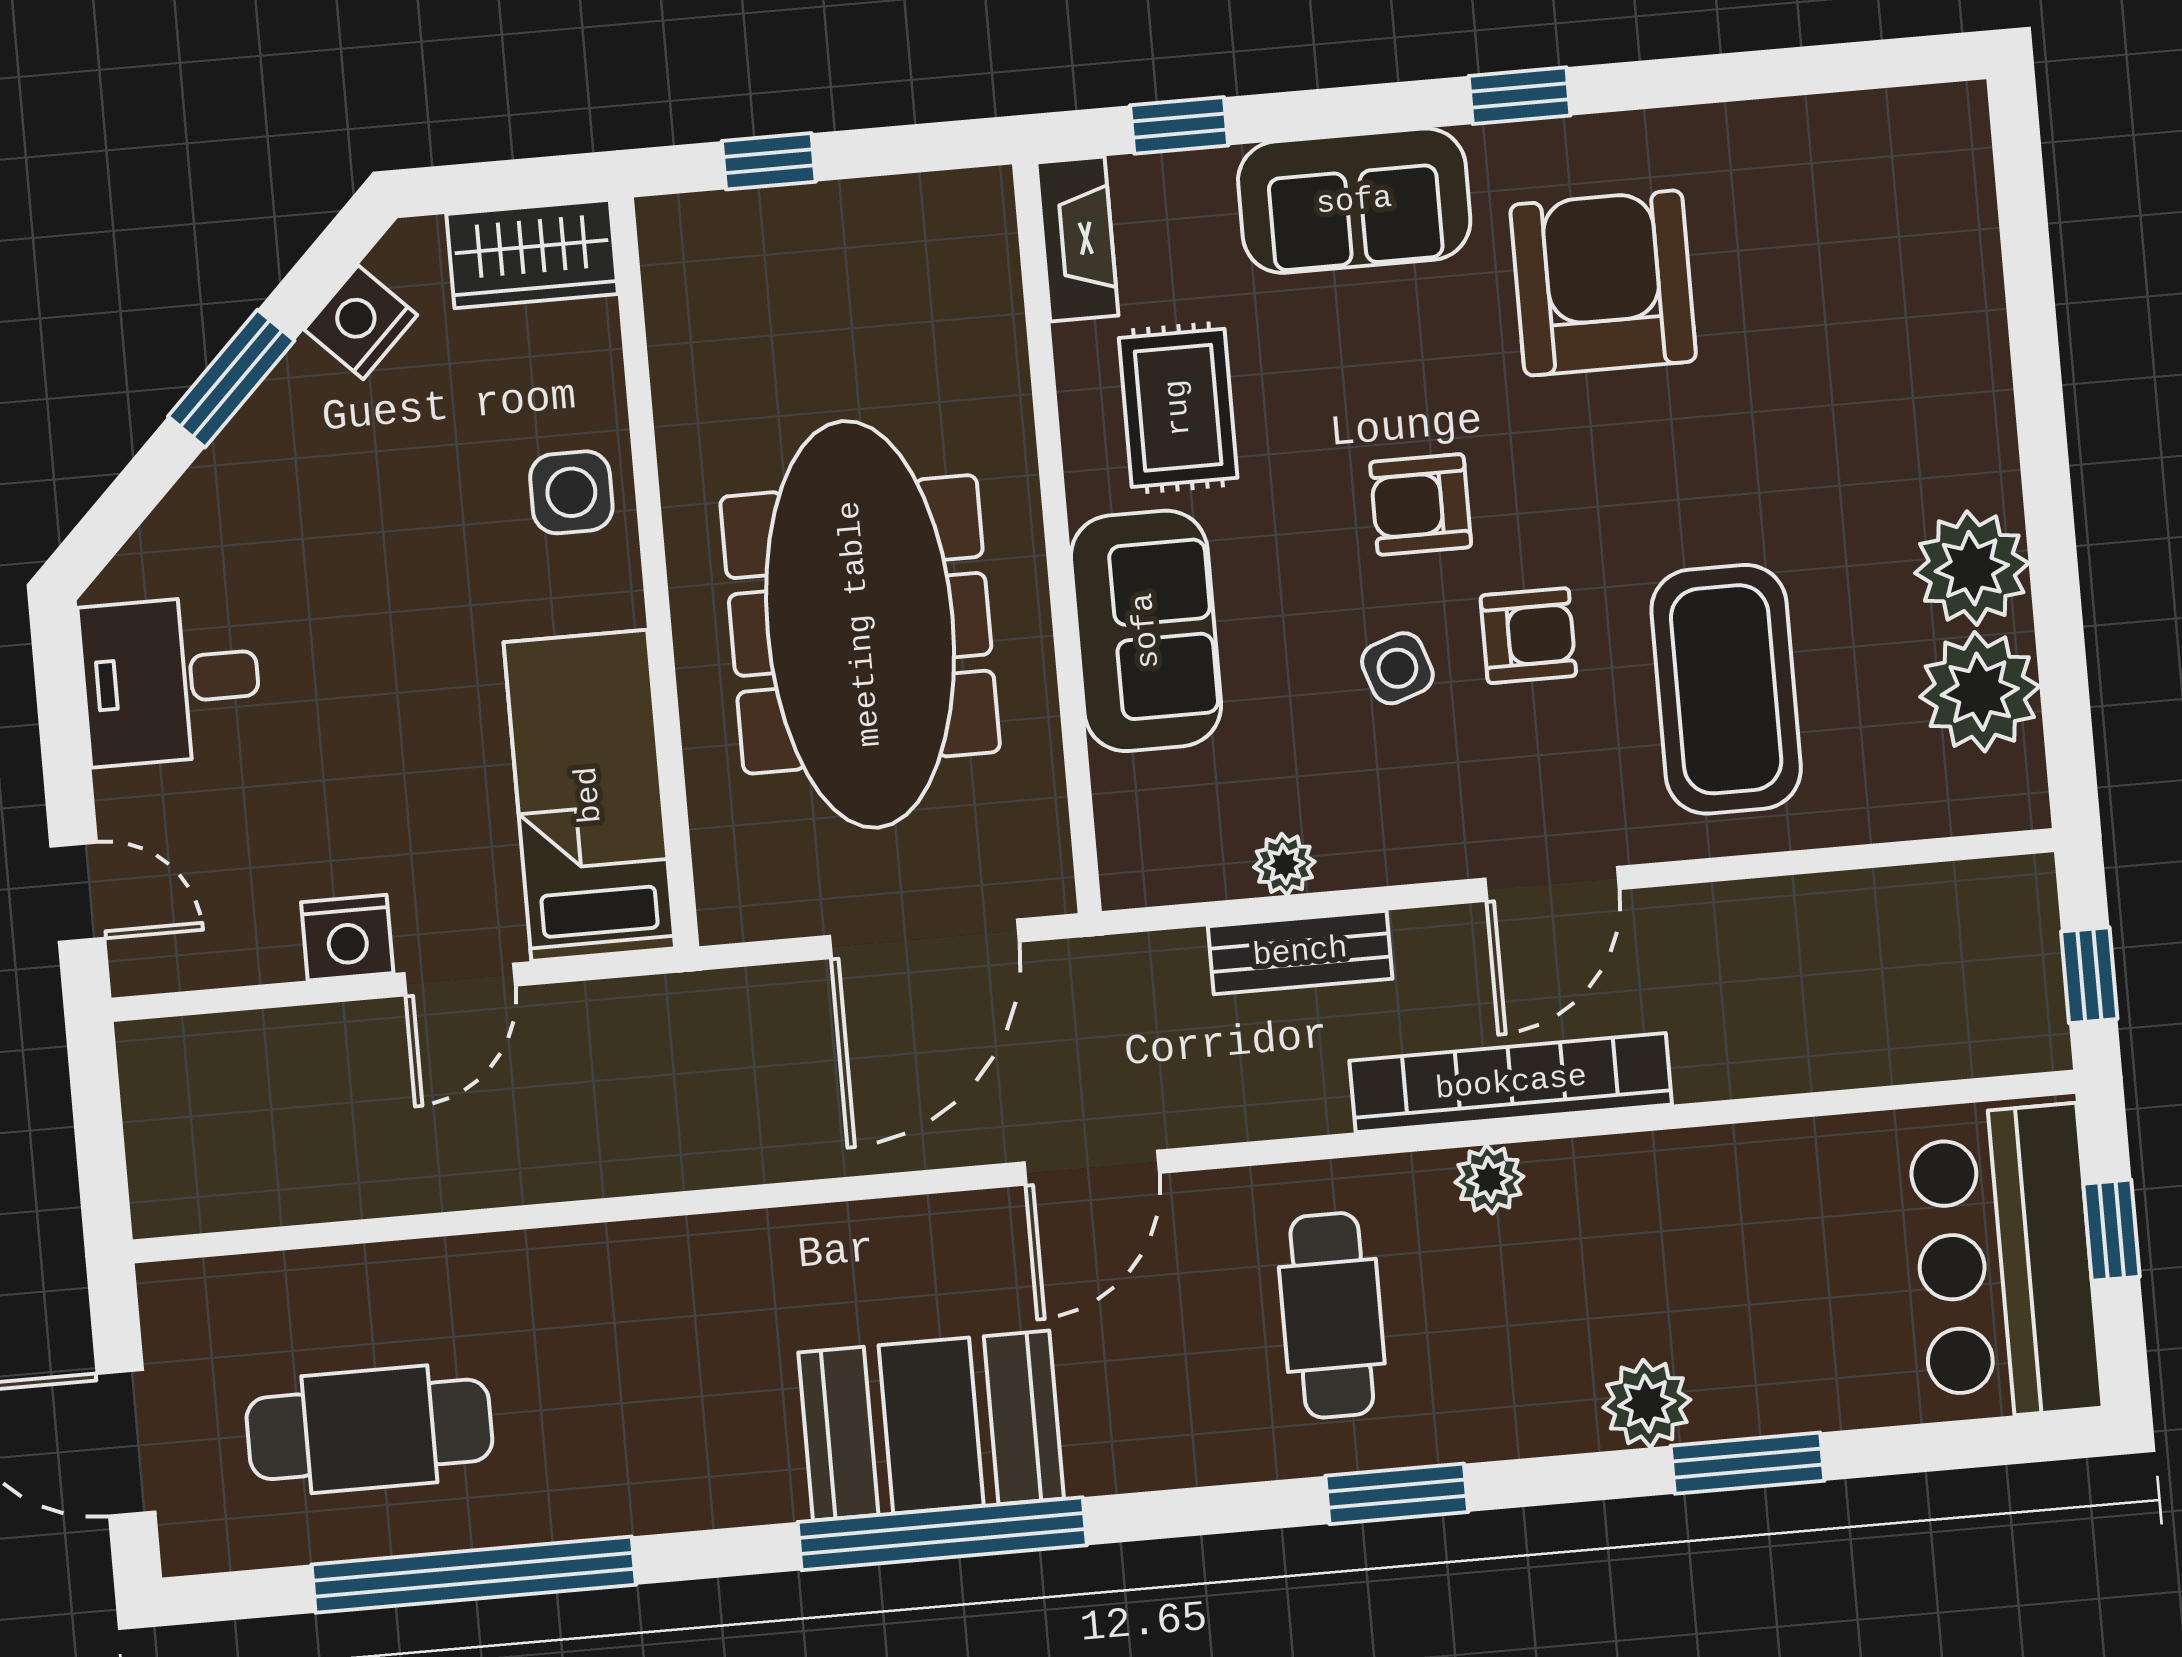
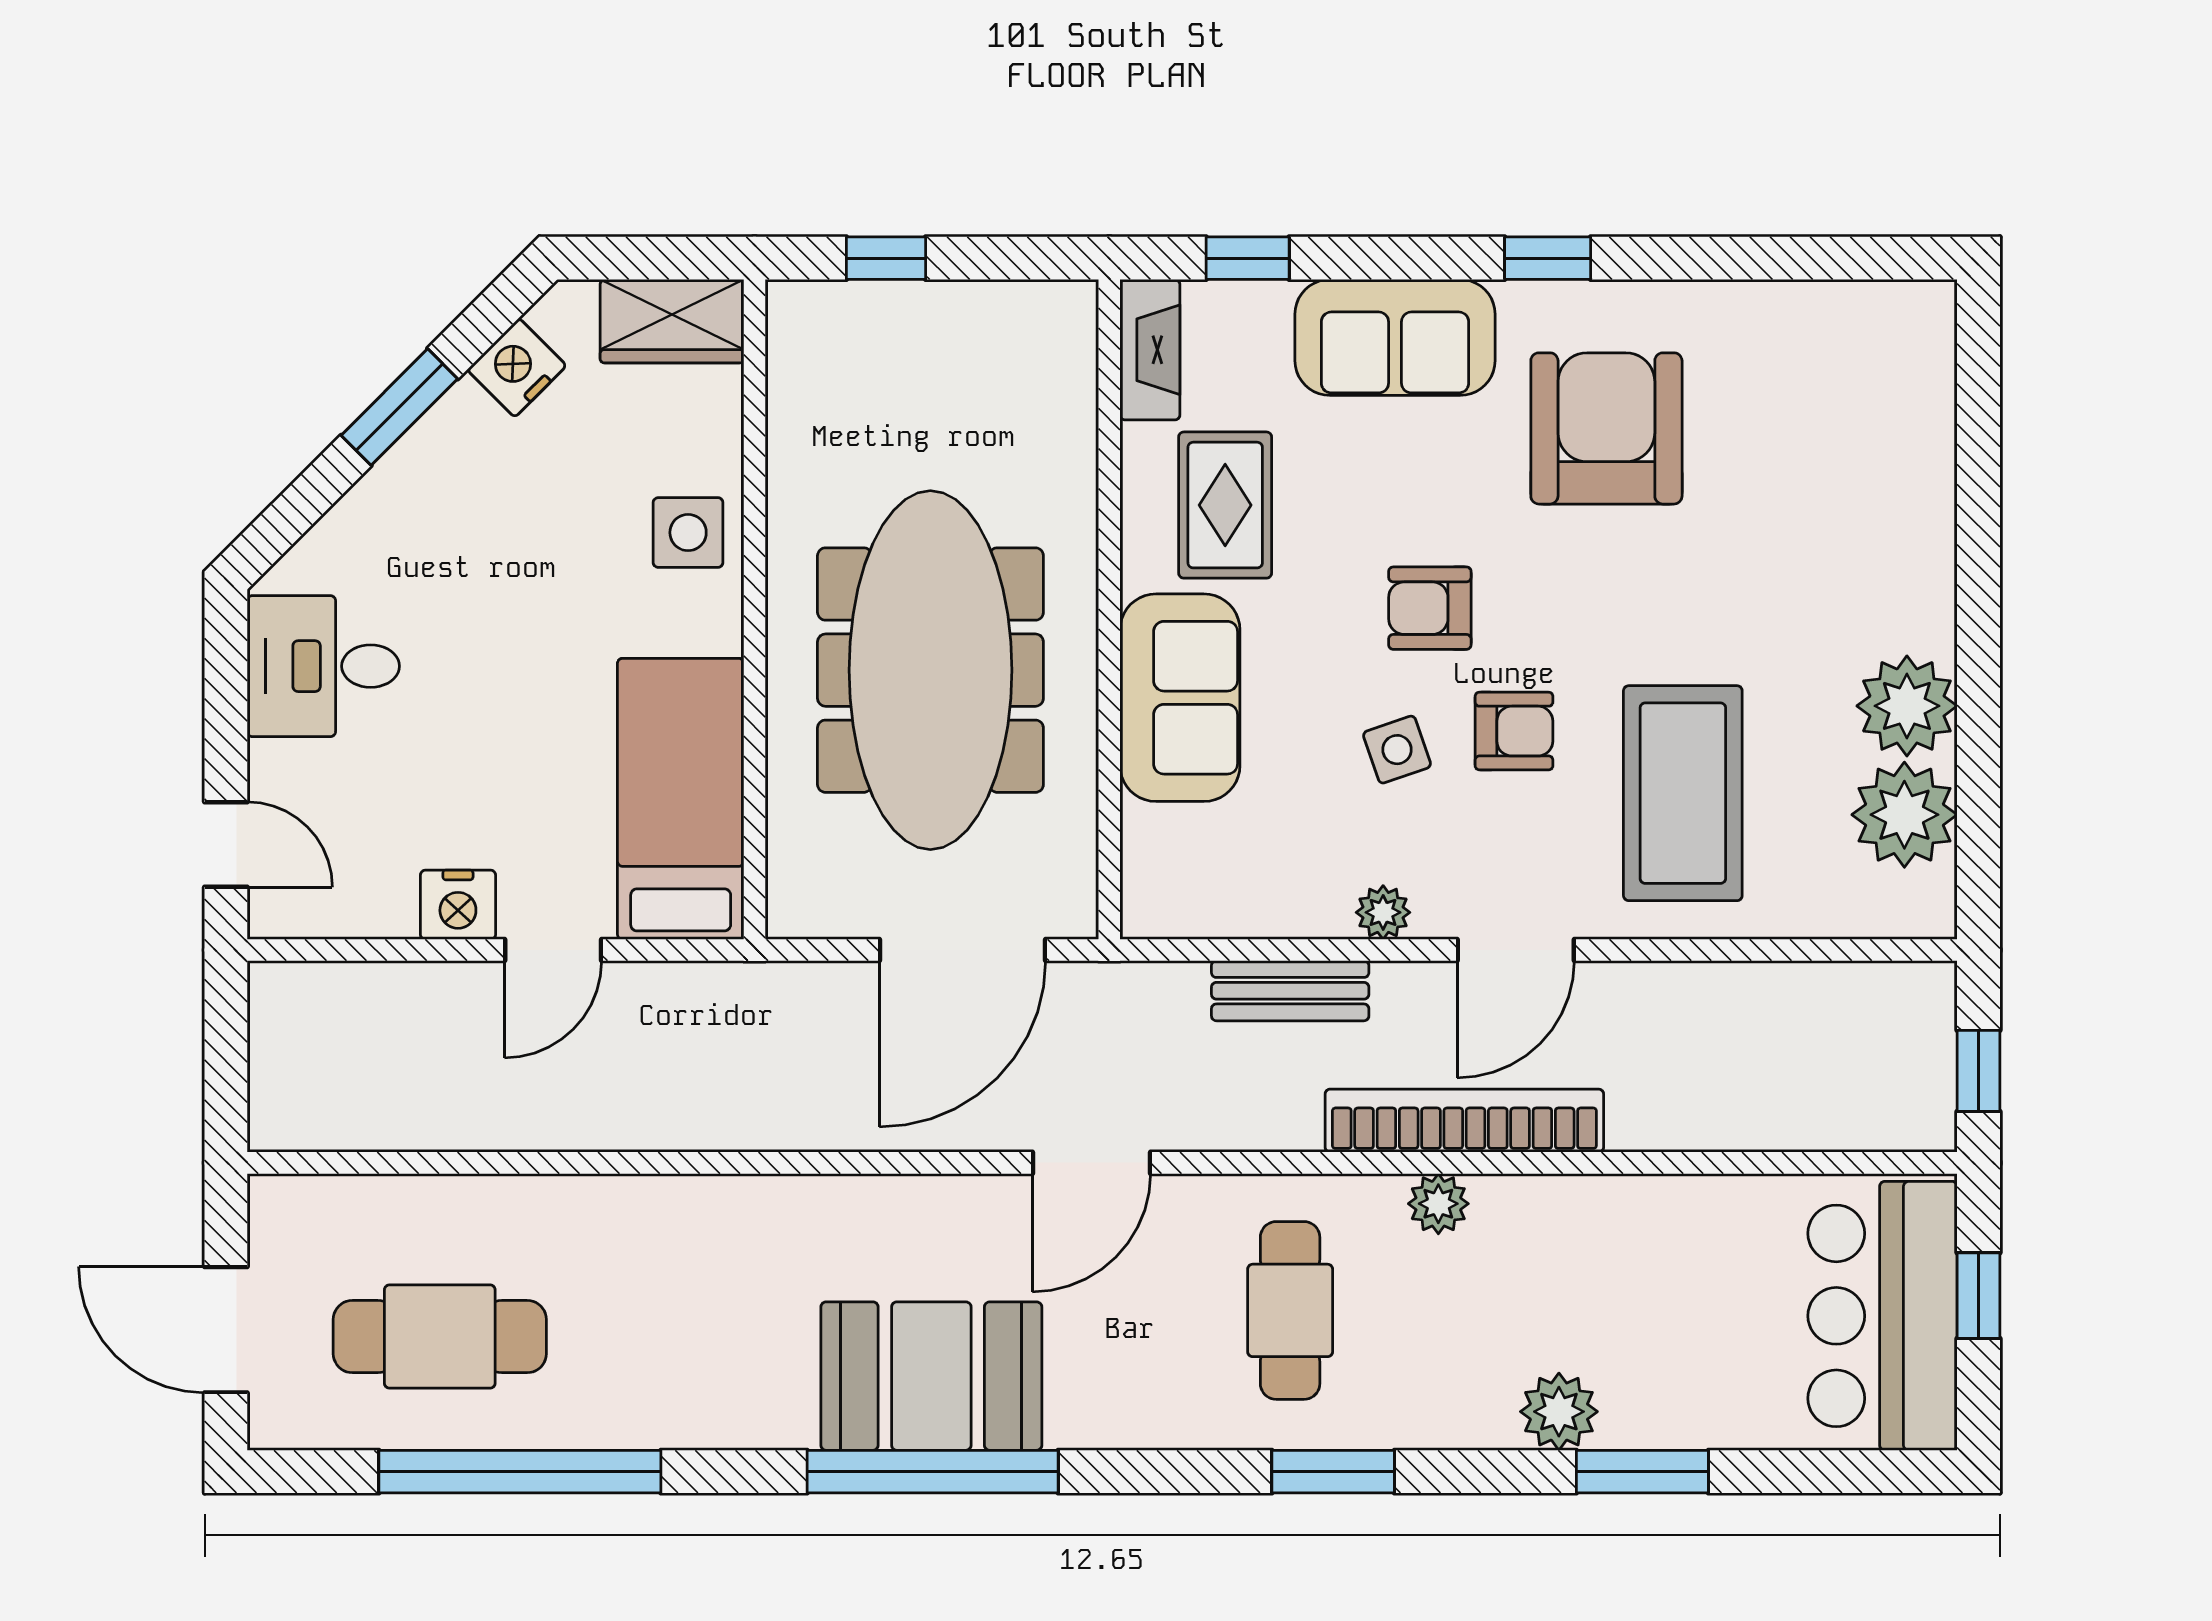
plant: (1284, 864) -> (1383, 912), moved

